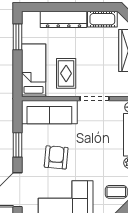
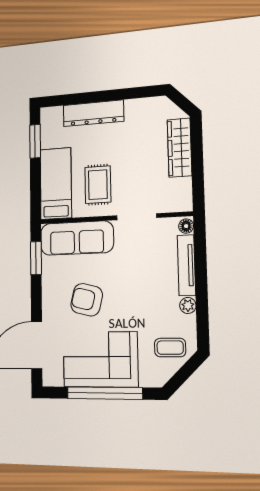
cot: (102, 19) -> (145, 108), removed
window: (17, 145) -> (36, 258), moved
armchair: (56, 157) -> (87, 300), turned -81

